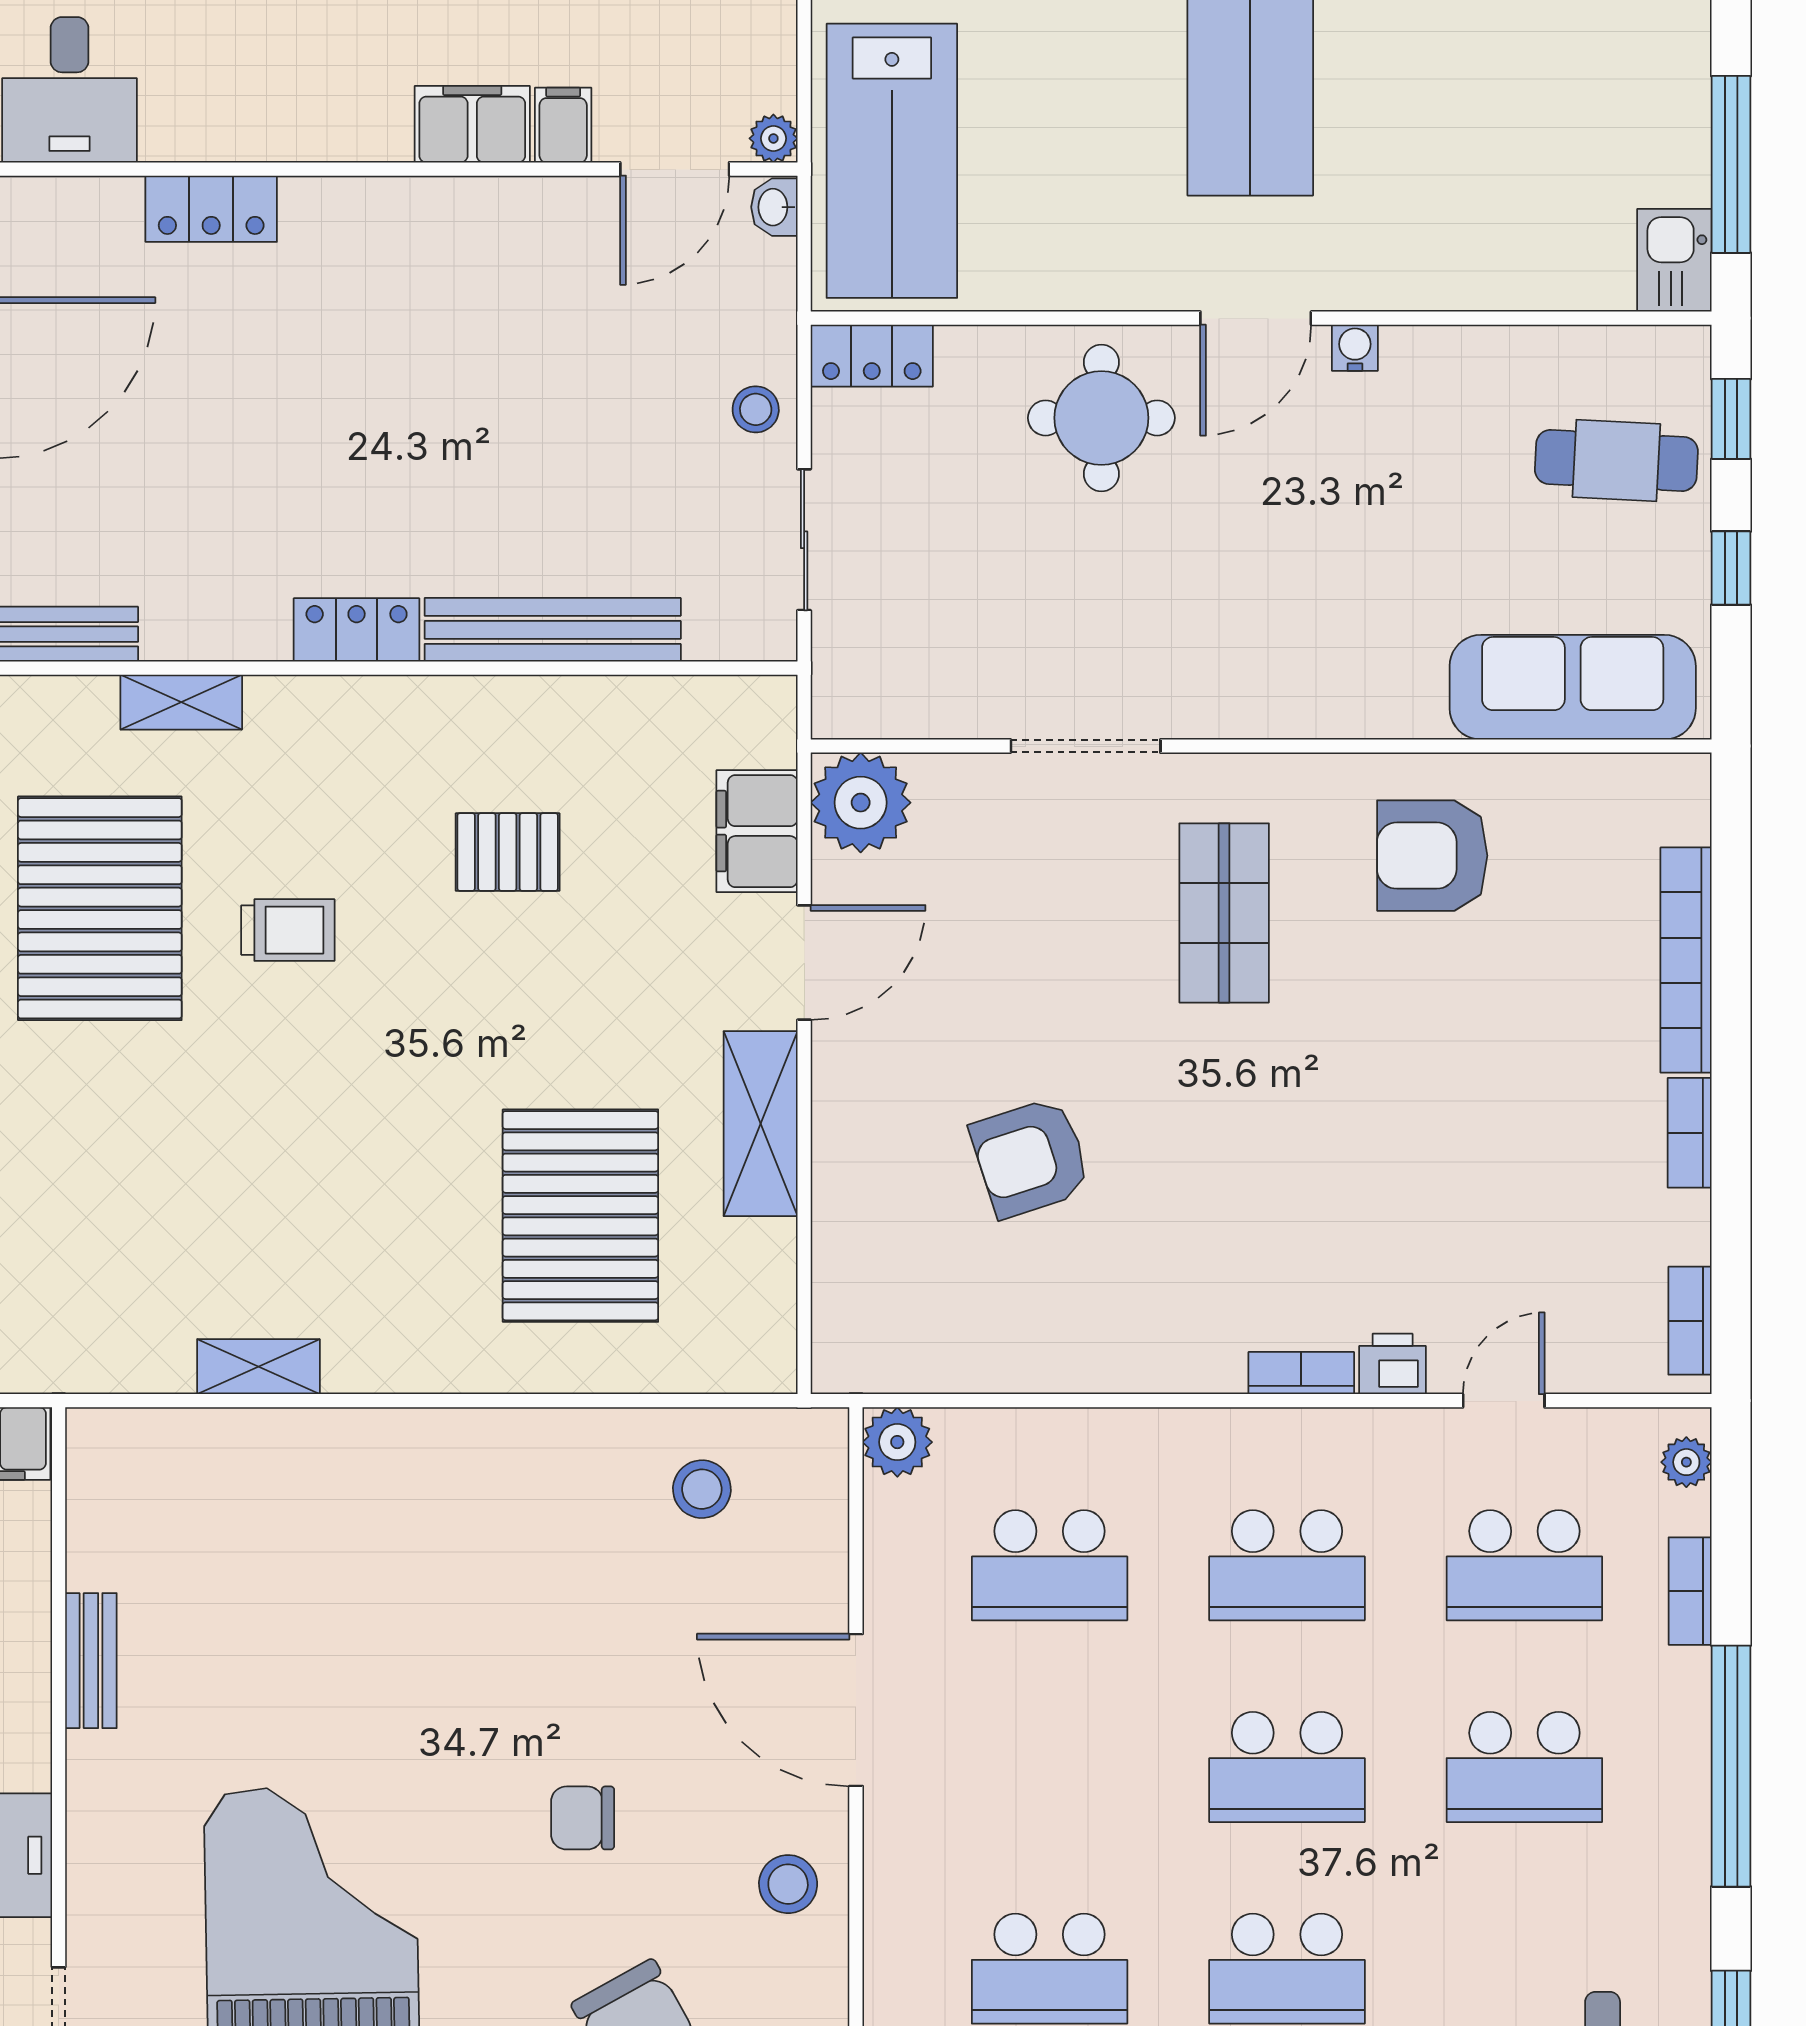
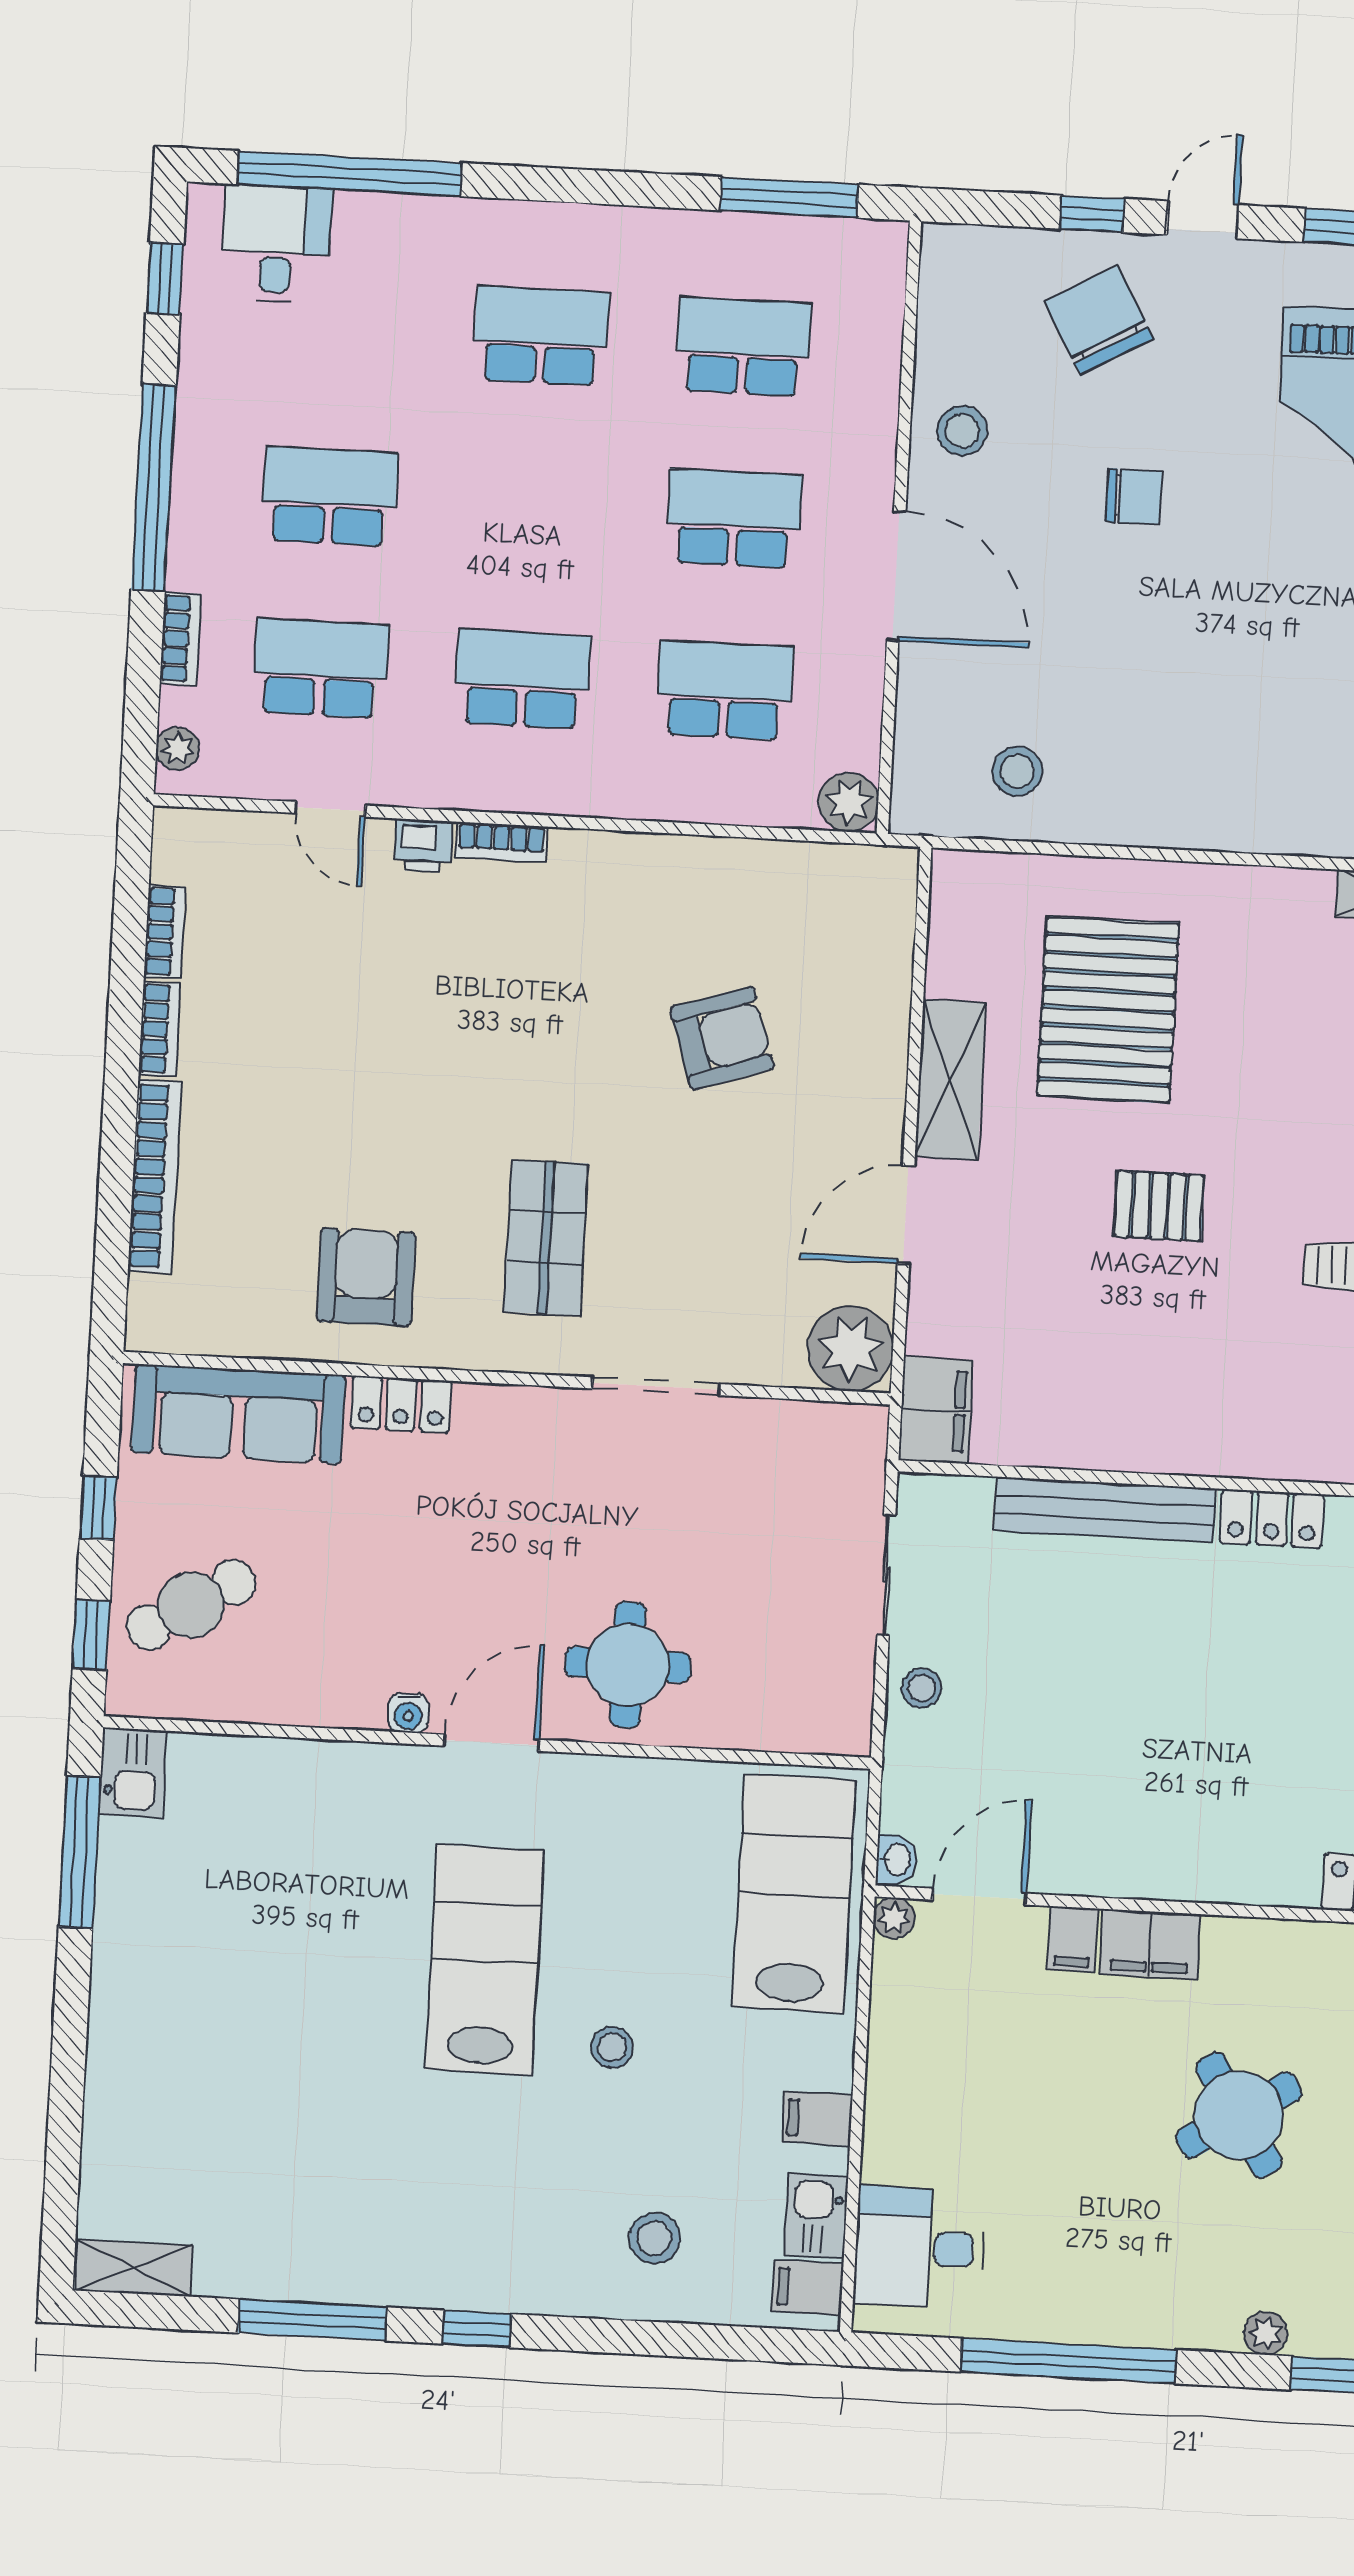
locker: (872, 356) -> (401, 1404), moved, turned 180
cafe table: (1616, 460) -> (191, 1605), turned -34
filing cabinet: (757, 831) -> (936, 1410), moved
pallet: (508, 852) -> (1159, 1206), moved
armchair: (1432, 856) -> (366, 1277), turned -90
bookcase: (1690, 1321) -> (165, 932), moved
door: (1504, 1401) -> (330, 809), hinge flipped
school desk: (1287, 1767) -> (734, 518), moved

